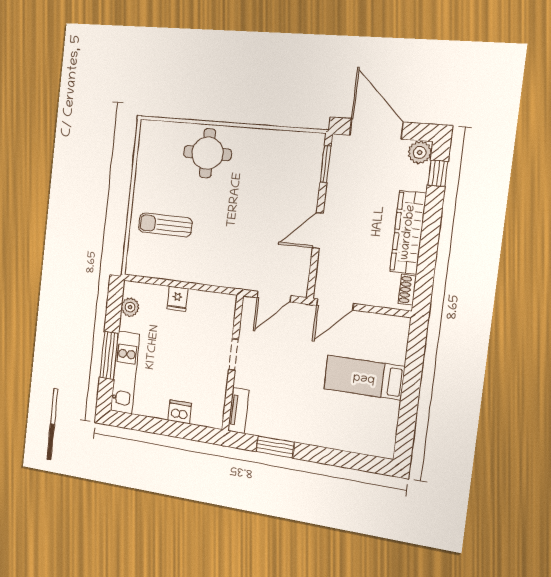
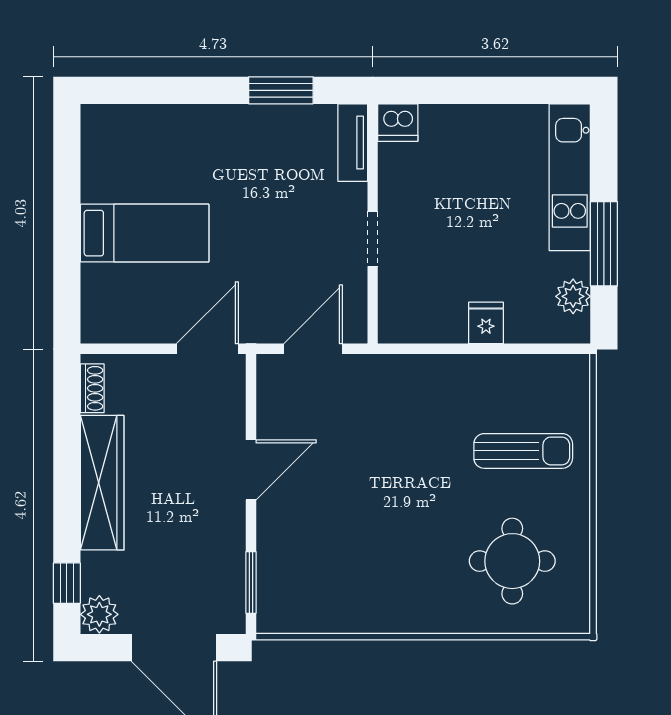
round table: (207, 153) -> (512, 561), moved
window: (109, 355) -> (604, 244), moved
dishwasher: (180, 412) -> (398, 123), moved

